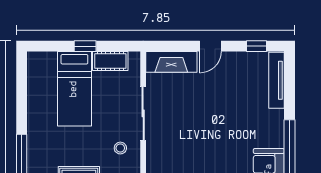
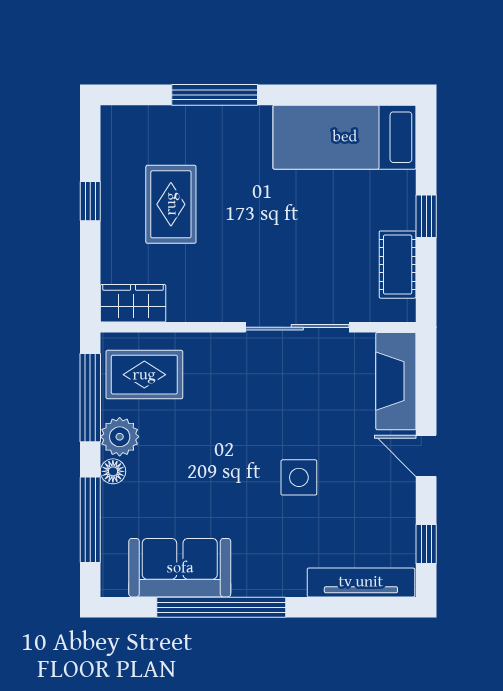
bed: (74, 89) -> (345, 137), moved
side table: (222, 113) -> (299, 477), added
stool: (120, 148) -> (231, 284), removed

